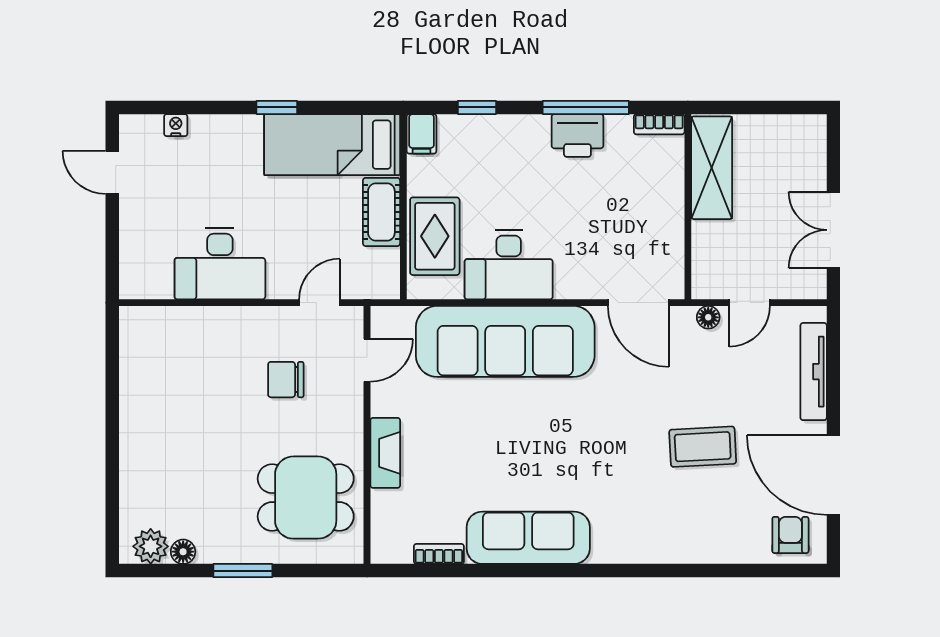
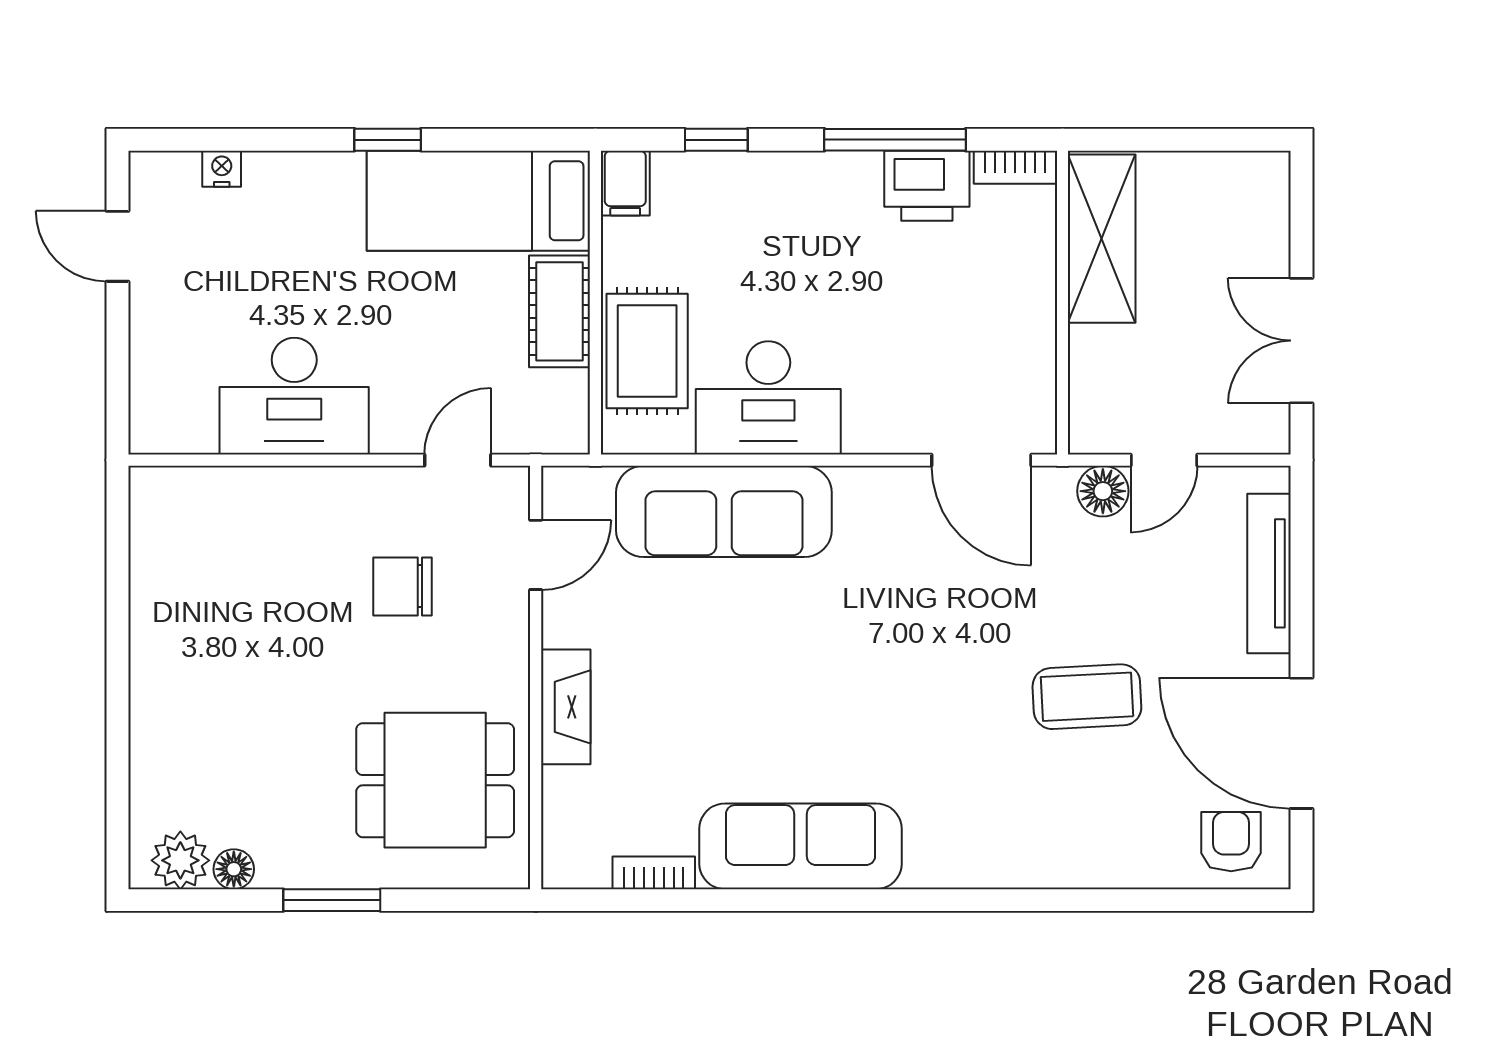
printer: (577, 135) -> (927, 186), moved
floor lamp: (708, 317) -> (1103, 491), width x1.37, depth x1.37
sofa: (505, 341) -> (724, 511), width x0.74, depth x0.79

